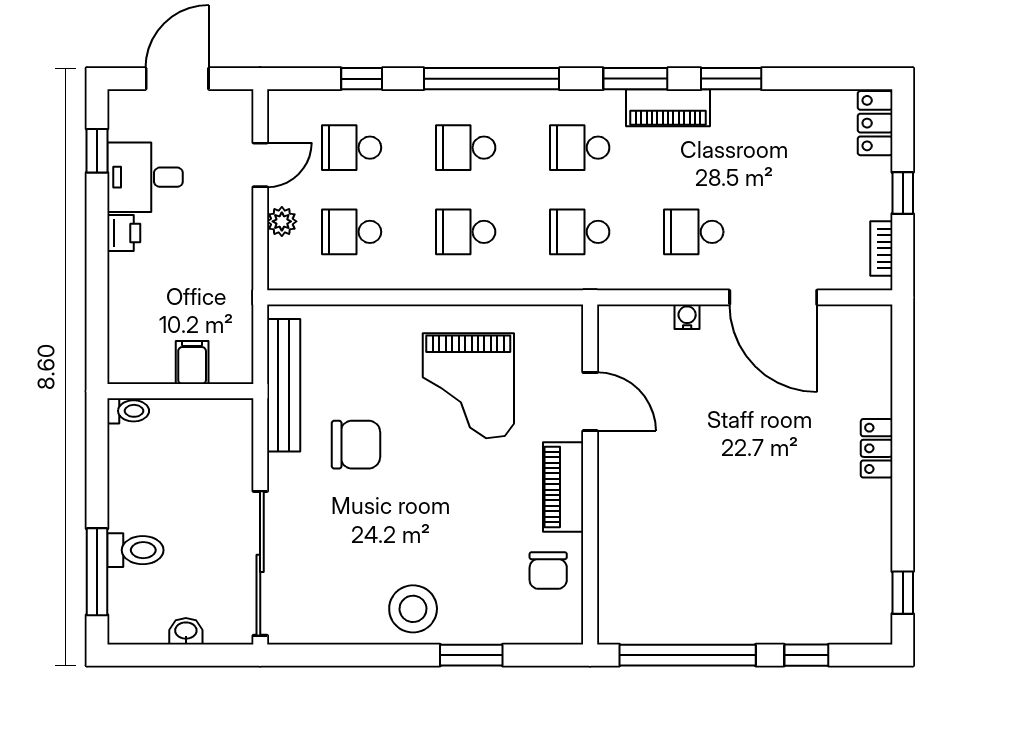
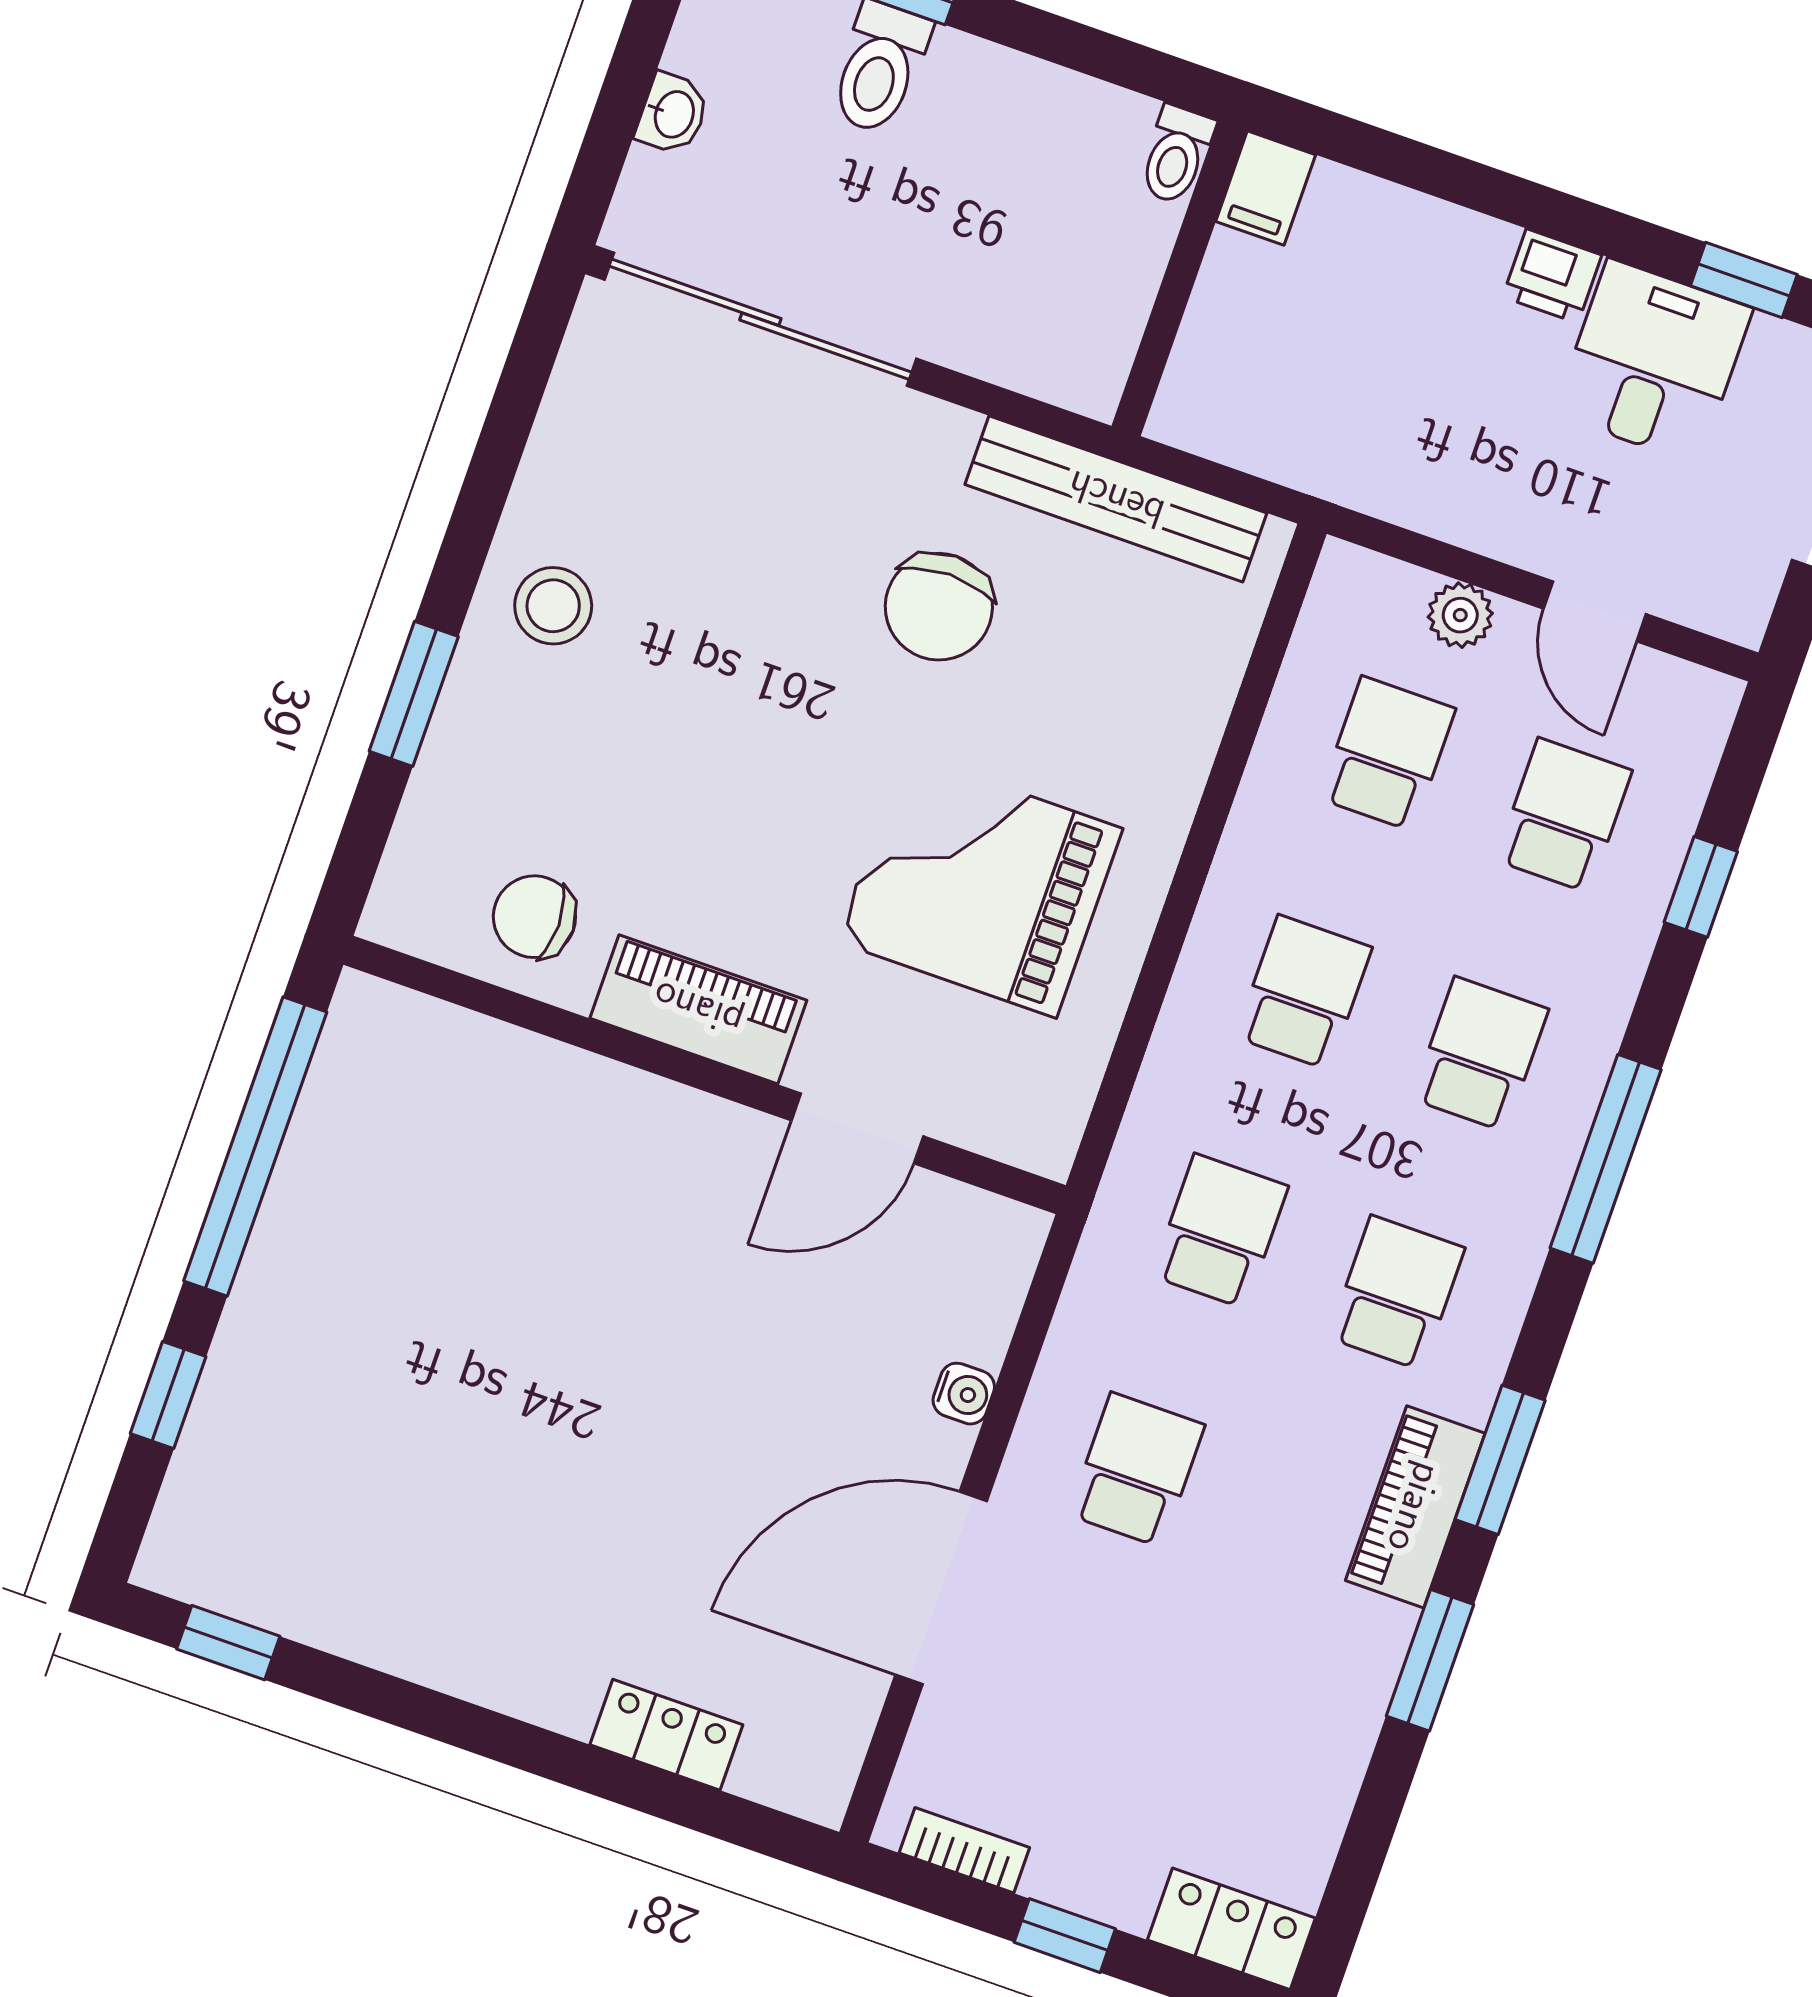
window: (492, 79) -> (1606, 1159), width x0.68
filing cabinet: (192, 363) -> (1266, 188), moved, turned 90
locker: (877, 448) -> (666, 1735), moved
stool: (413, 609) -> (553, 606), width x0.73, depth x0.73

